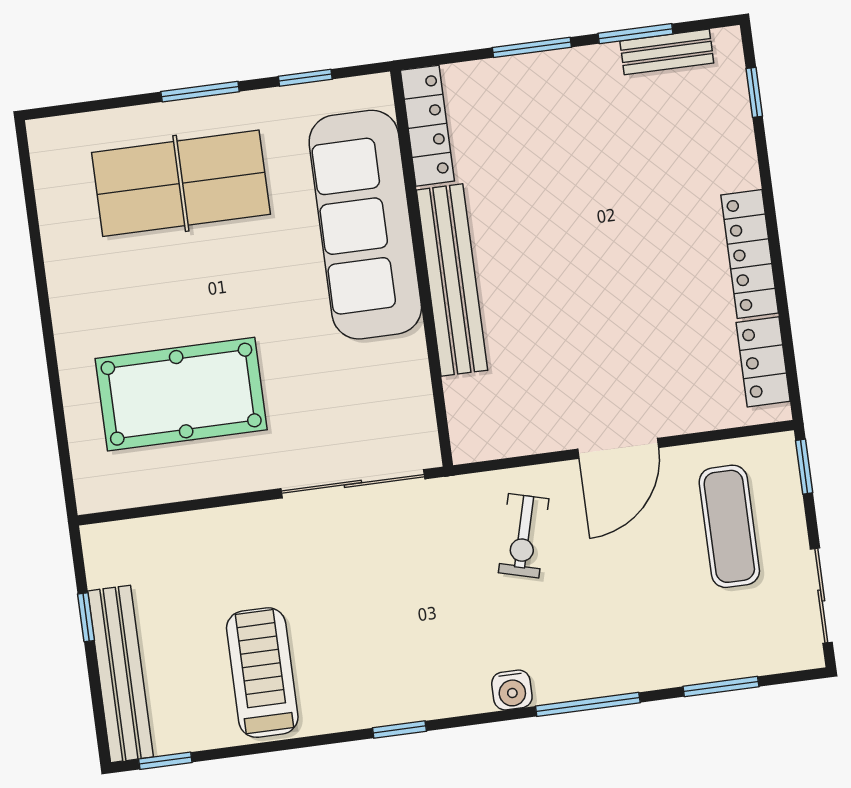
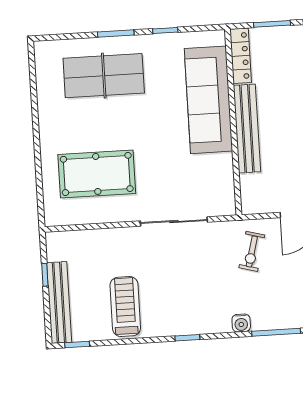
locker: (427, 126) -> (241, 56), moved
sofa: (365, 225) -> (208, 100), moved
wall: (422, 268) -> (233, 122), moved
bench: (452, 280) -> (247, 129), moved

